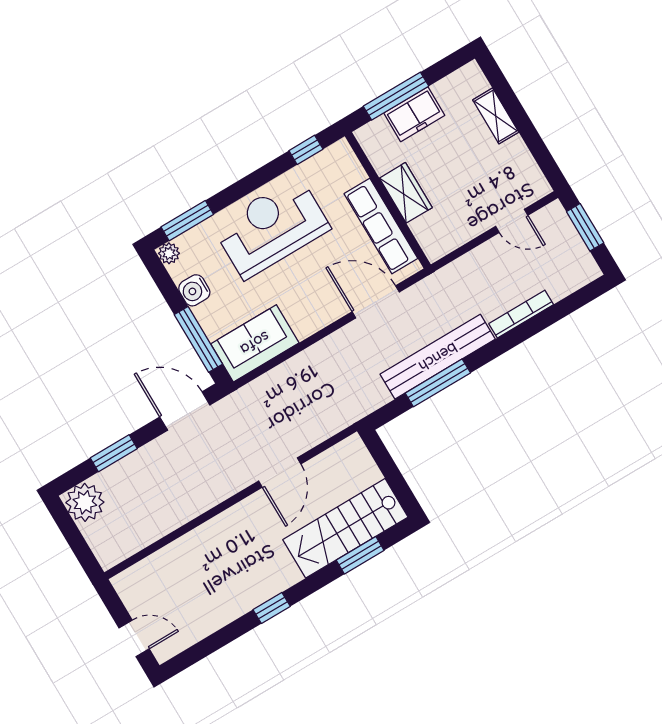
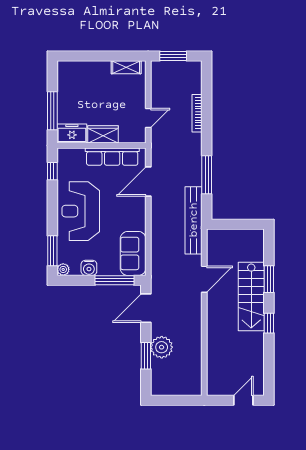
freezer: (414, 114) -> (72, 134), moved, turned -90
shelving: (496, 116) -> (126, 67), moved
door: (512, 221) -> (148, 118), moved
bench: (438, 357) -> (194, 220), moved
door: (280, 472) -> (204, 279), hinge flipped
plant: (85, 502) -> (162, 347), moved
stairs: (345, 528) -> (251, 296), moved
window: (360, 555) -> (269, 279), moved

